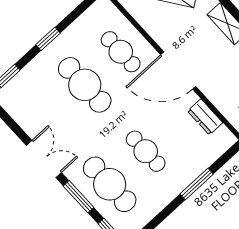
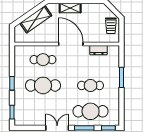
door: (178, 70) -> (71, 44), swing flipped

